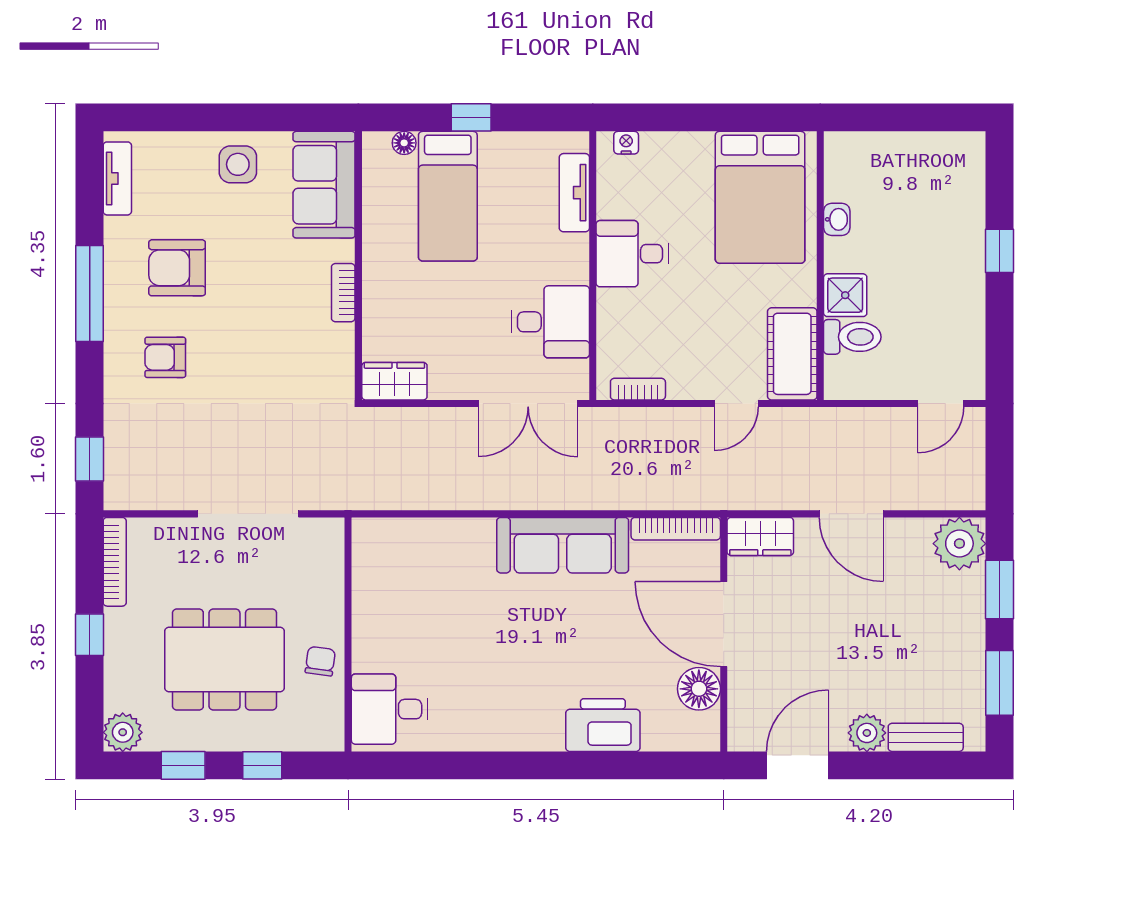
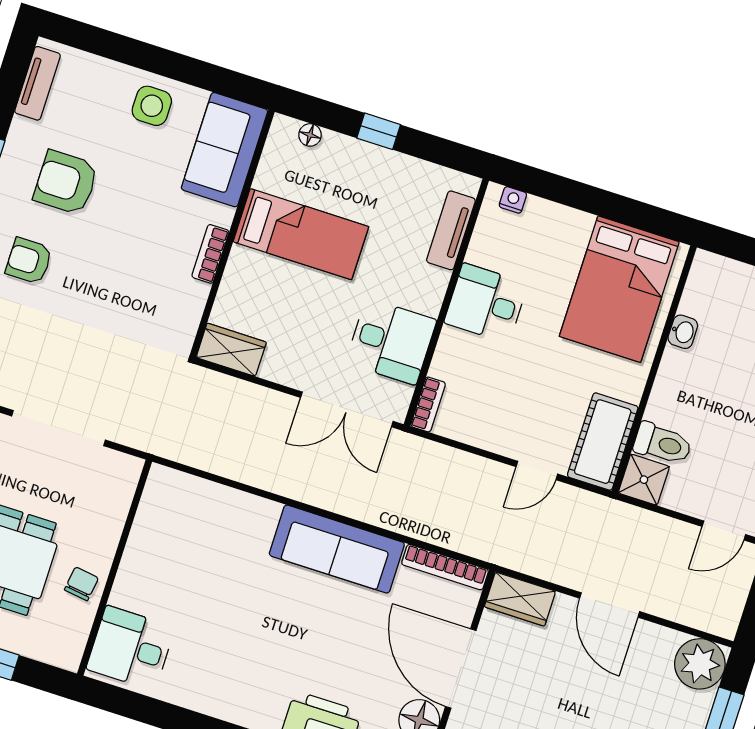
bed: (448, 196) -> (301, 234), moved, turned -90
shower: (845, 295) -> (644, 480), moved
bookcase: (638, 389) -> (428, 404), moved, turned 90

